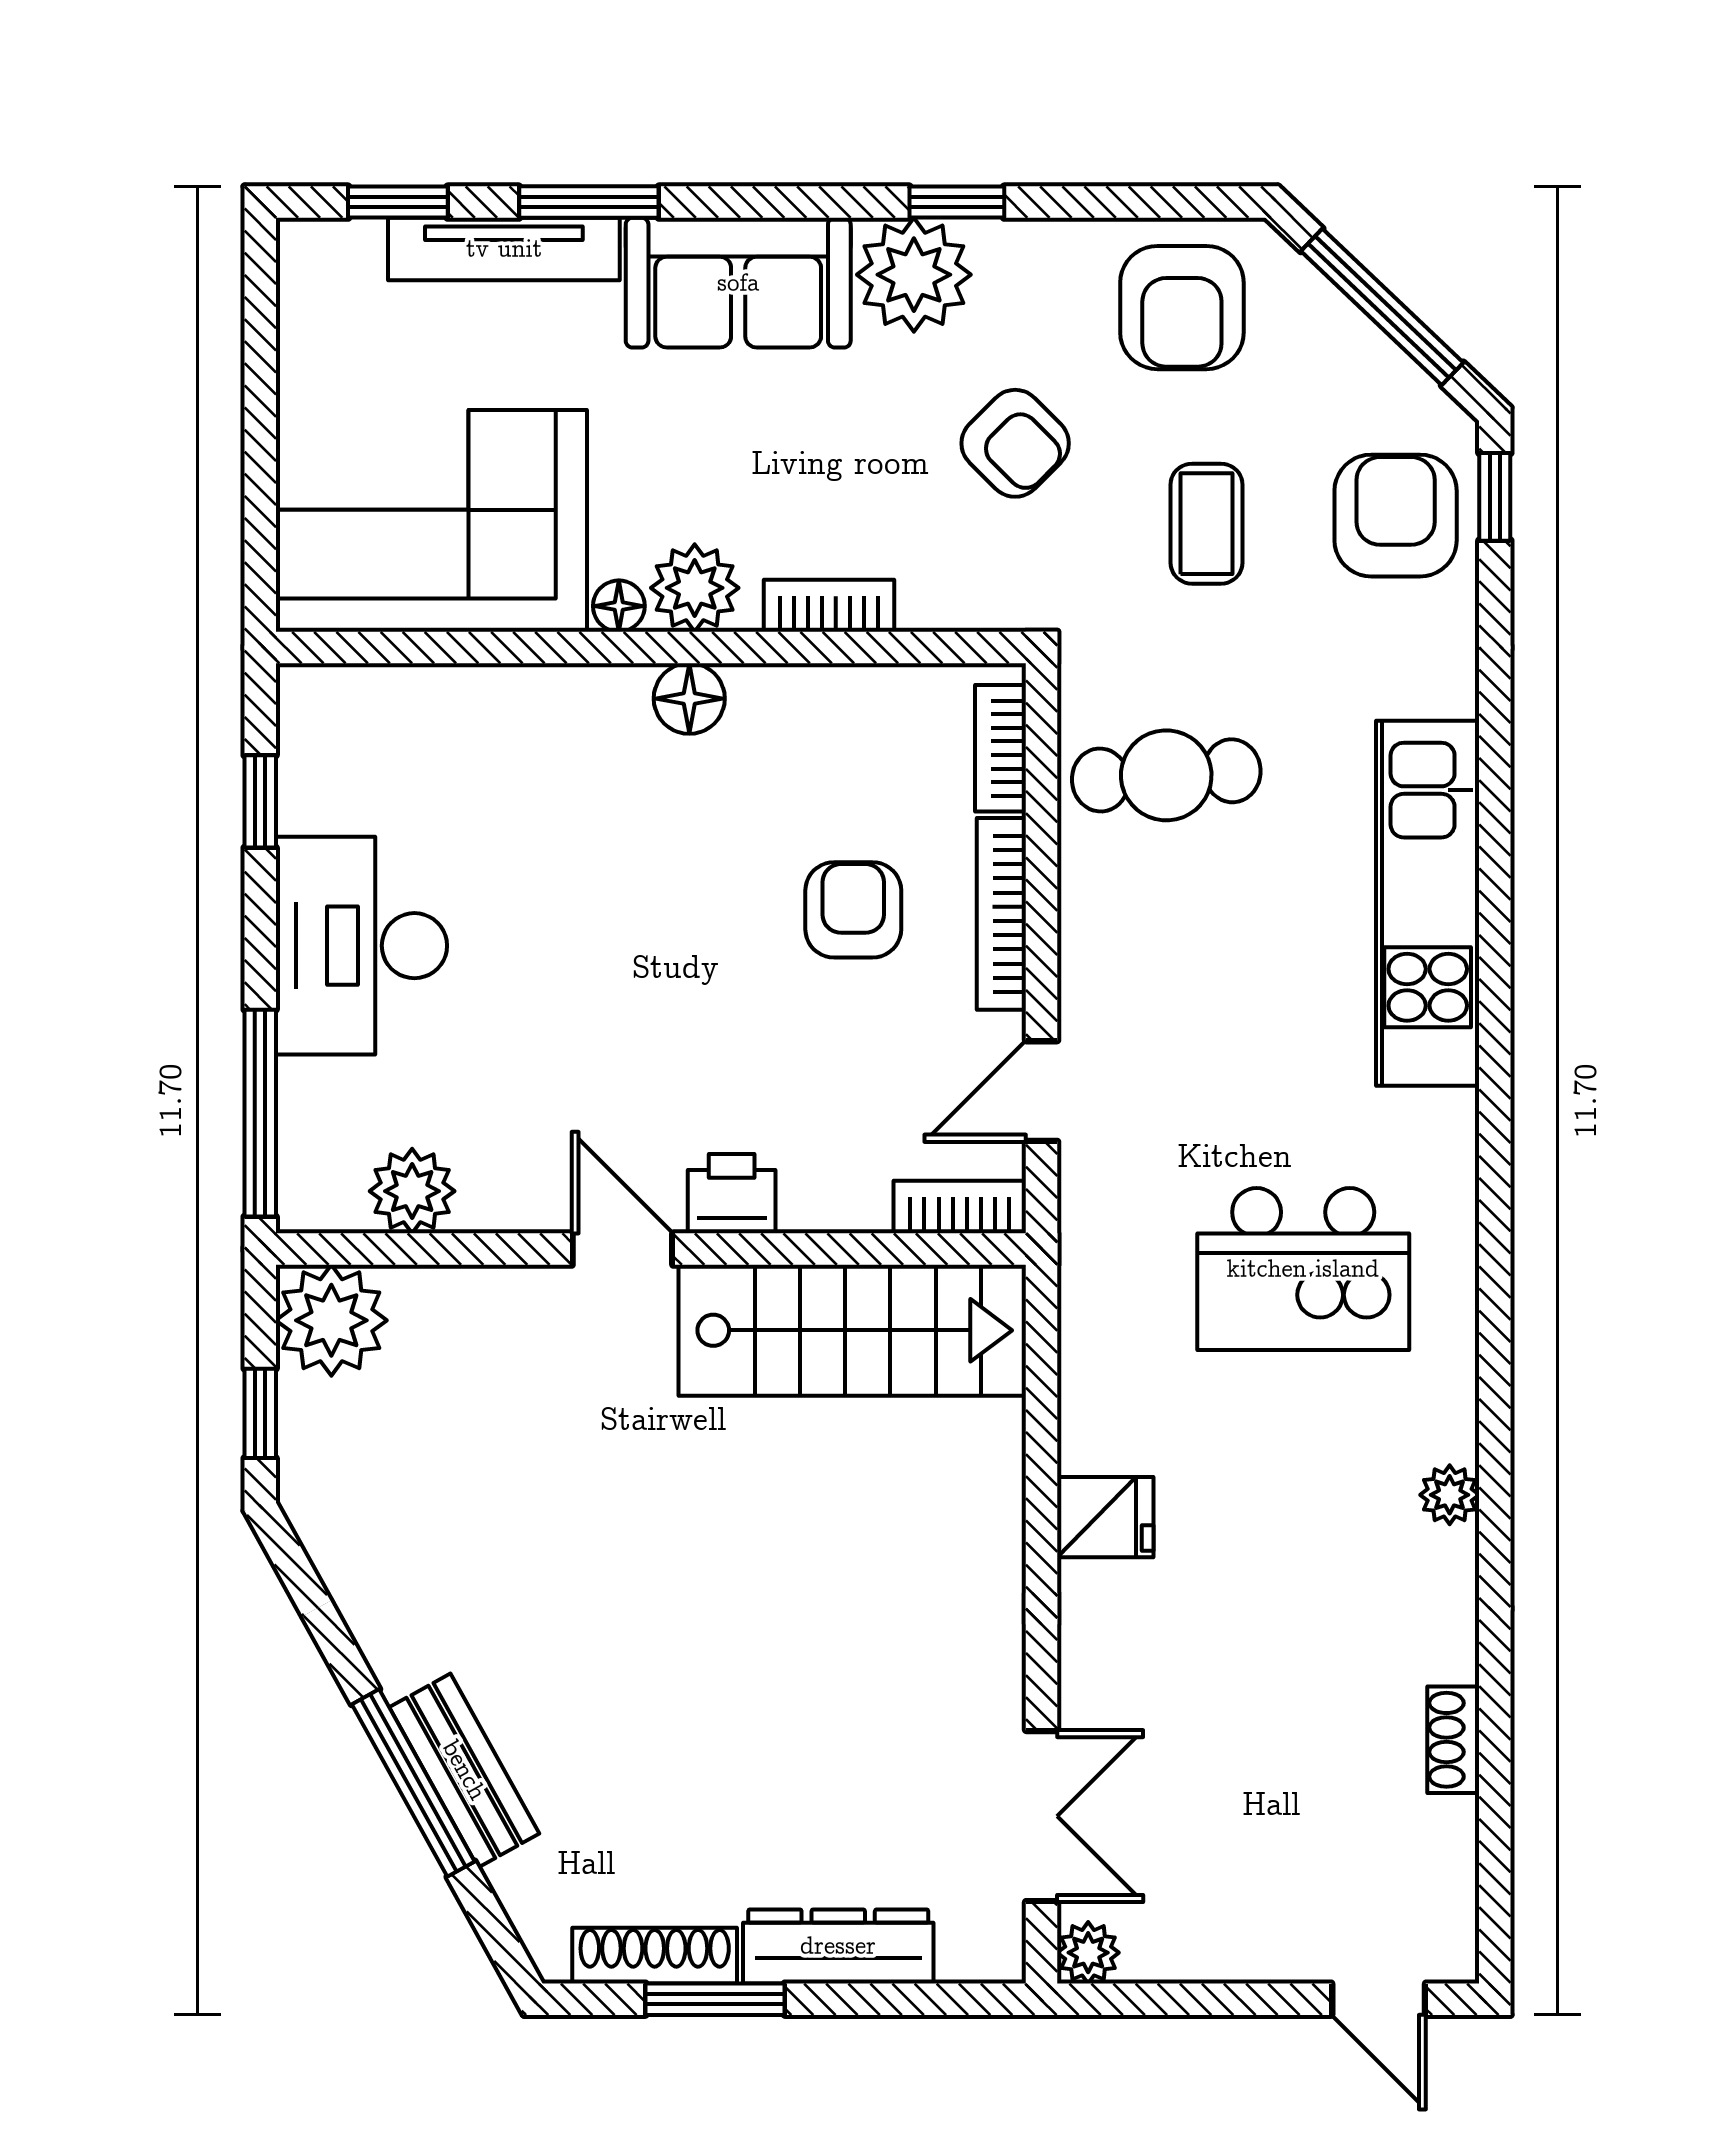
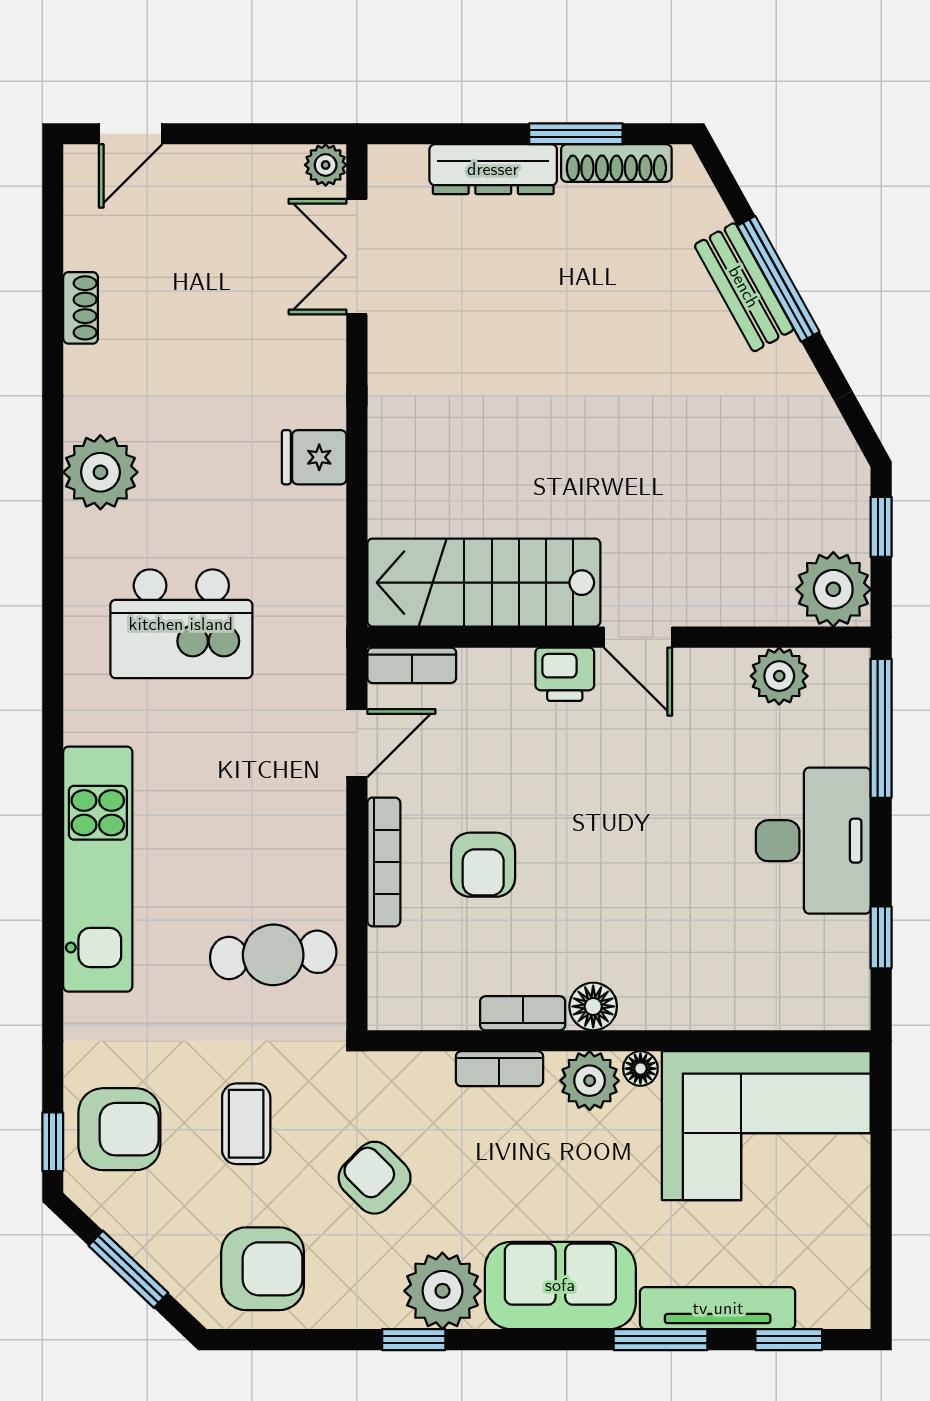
window: (1382, 307) -> (128, 1269), width x0.69
armchair: (1182, 308) -> (263, 1269), turned 90
armchair: (1396, 516) -> (119, 1129), turned -90
bookcase: (1001, 748) -> (523, 1013), moved, turned -90
kitchen island: (1303, 1269) -> (181, 624), turned 180
plant: (1450, 1495) -> (100, 472), width x1.88, depth x1.88
door: (1379, 1999) -> (131, 134), swing flipped

